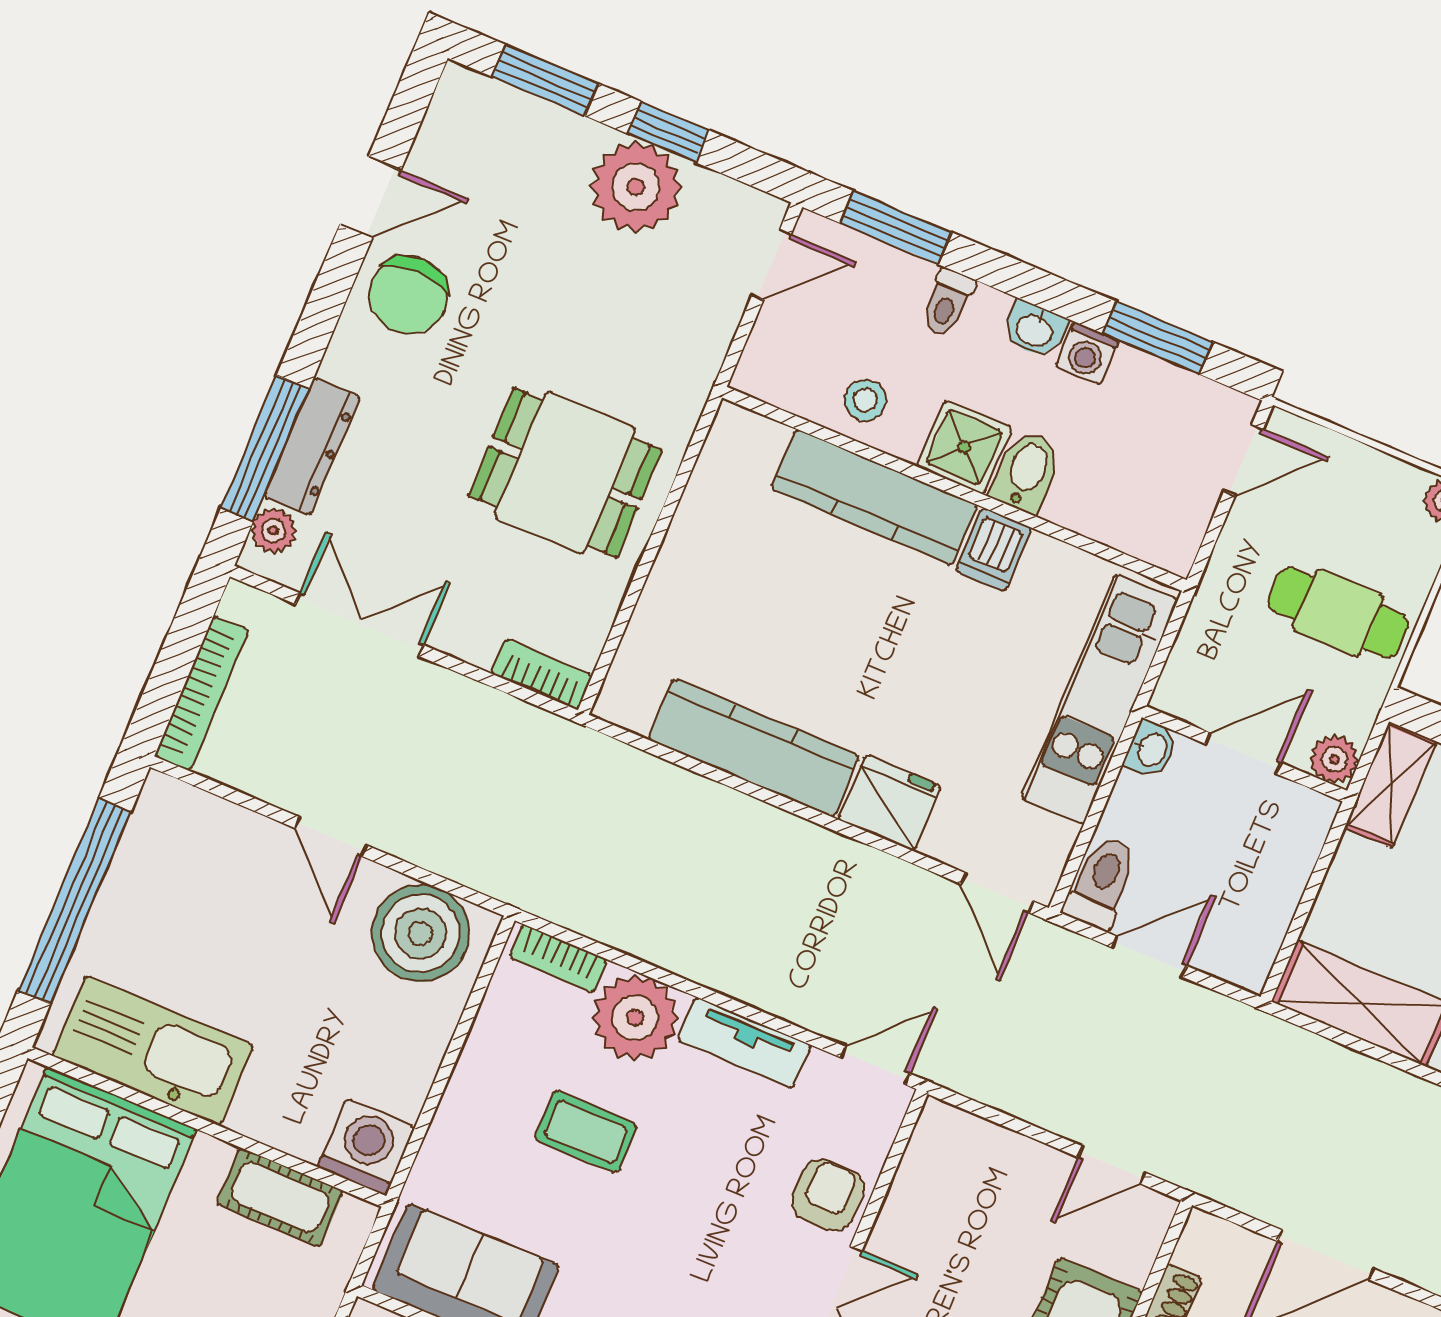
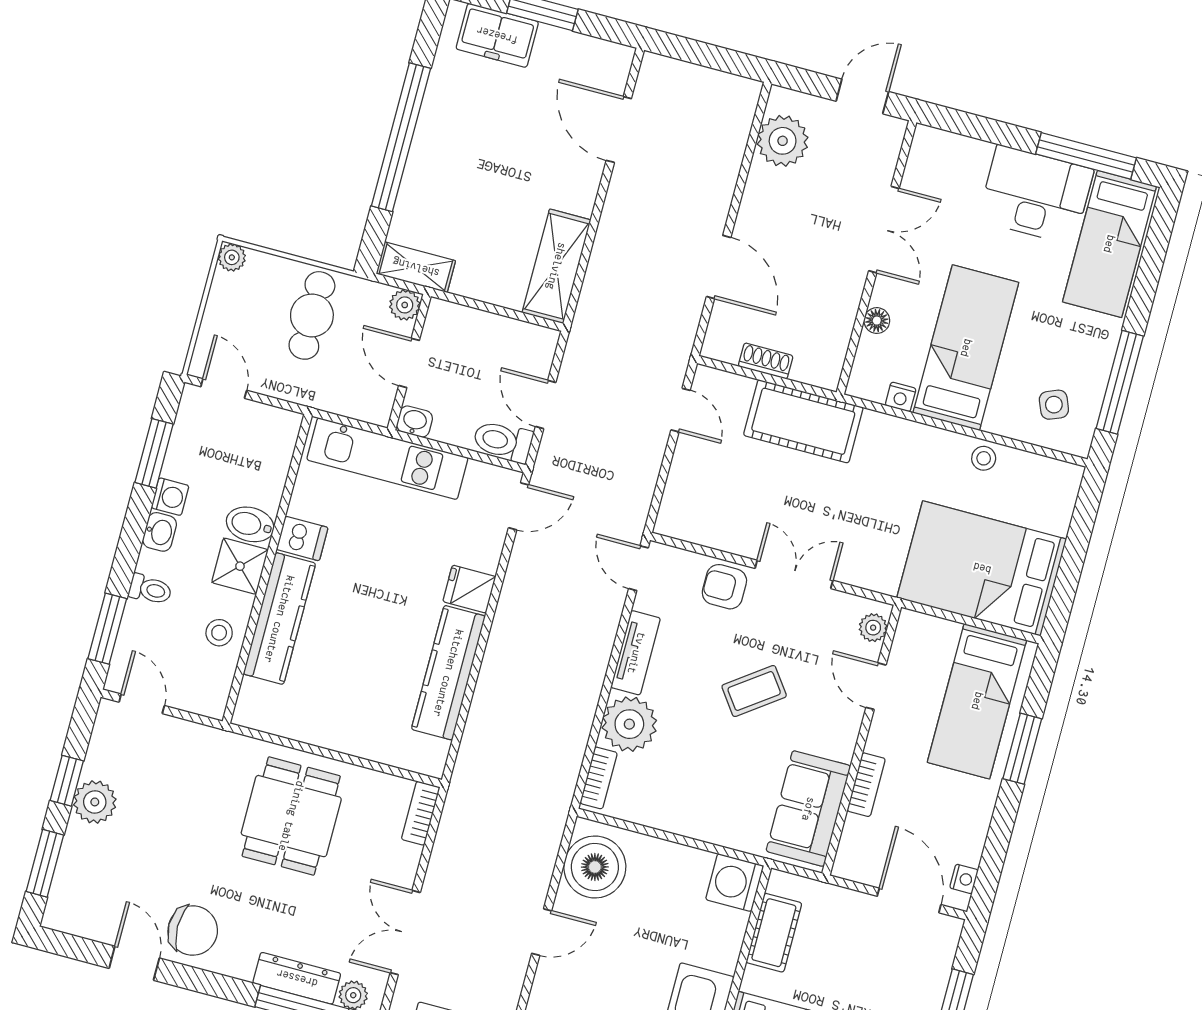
plant: (636, 187) -> (95, 802), width x0.73, depth x0.73
fridge: (890, 803) -> (469, 589), width x0.72
coffee table: (586, 1132) -> (754, 691), moved, turned 54

